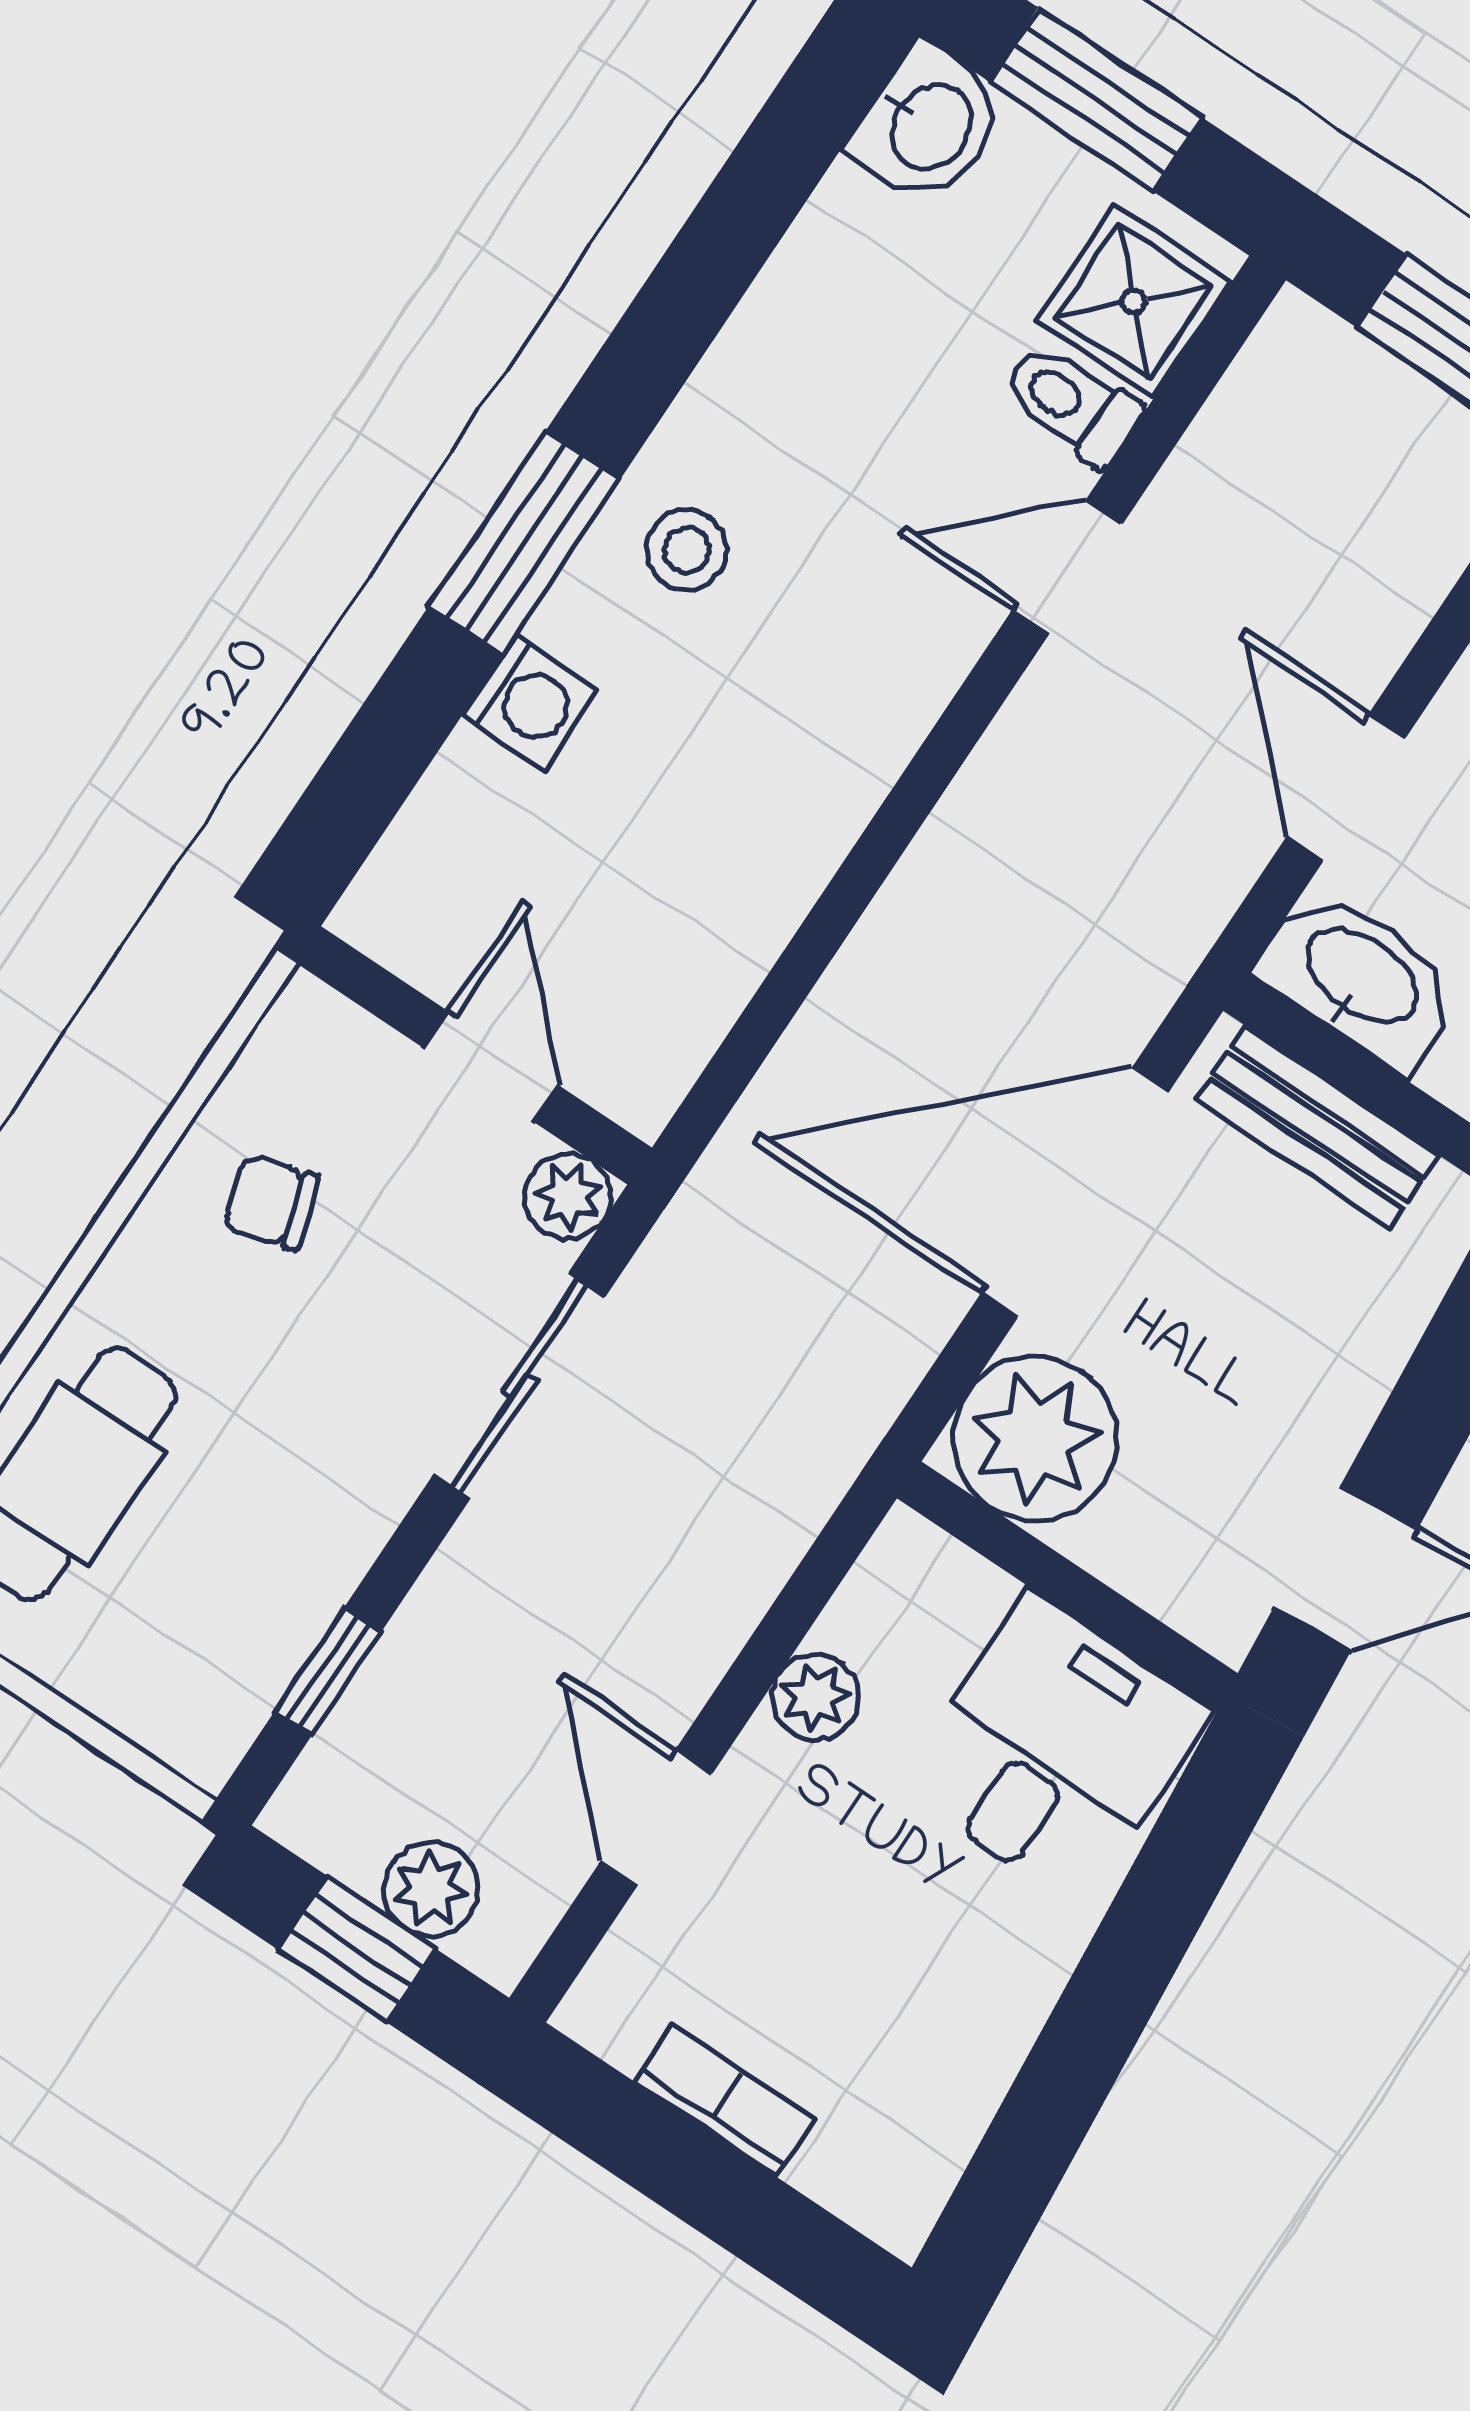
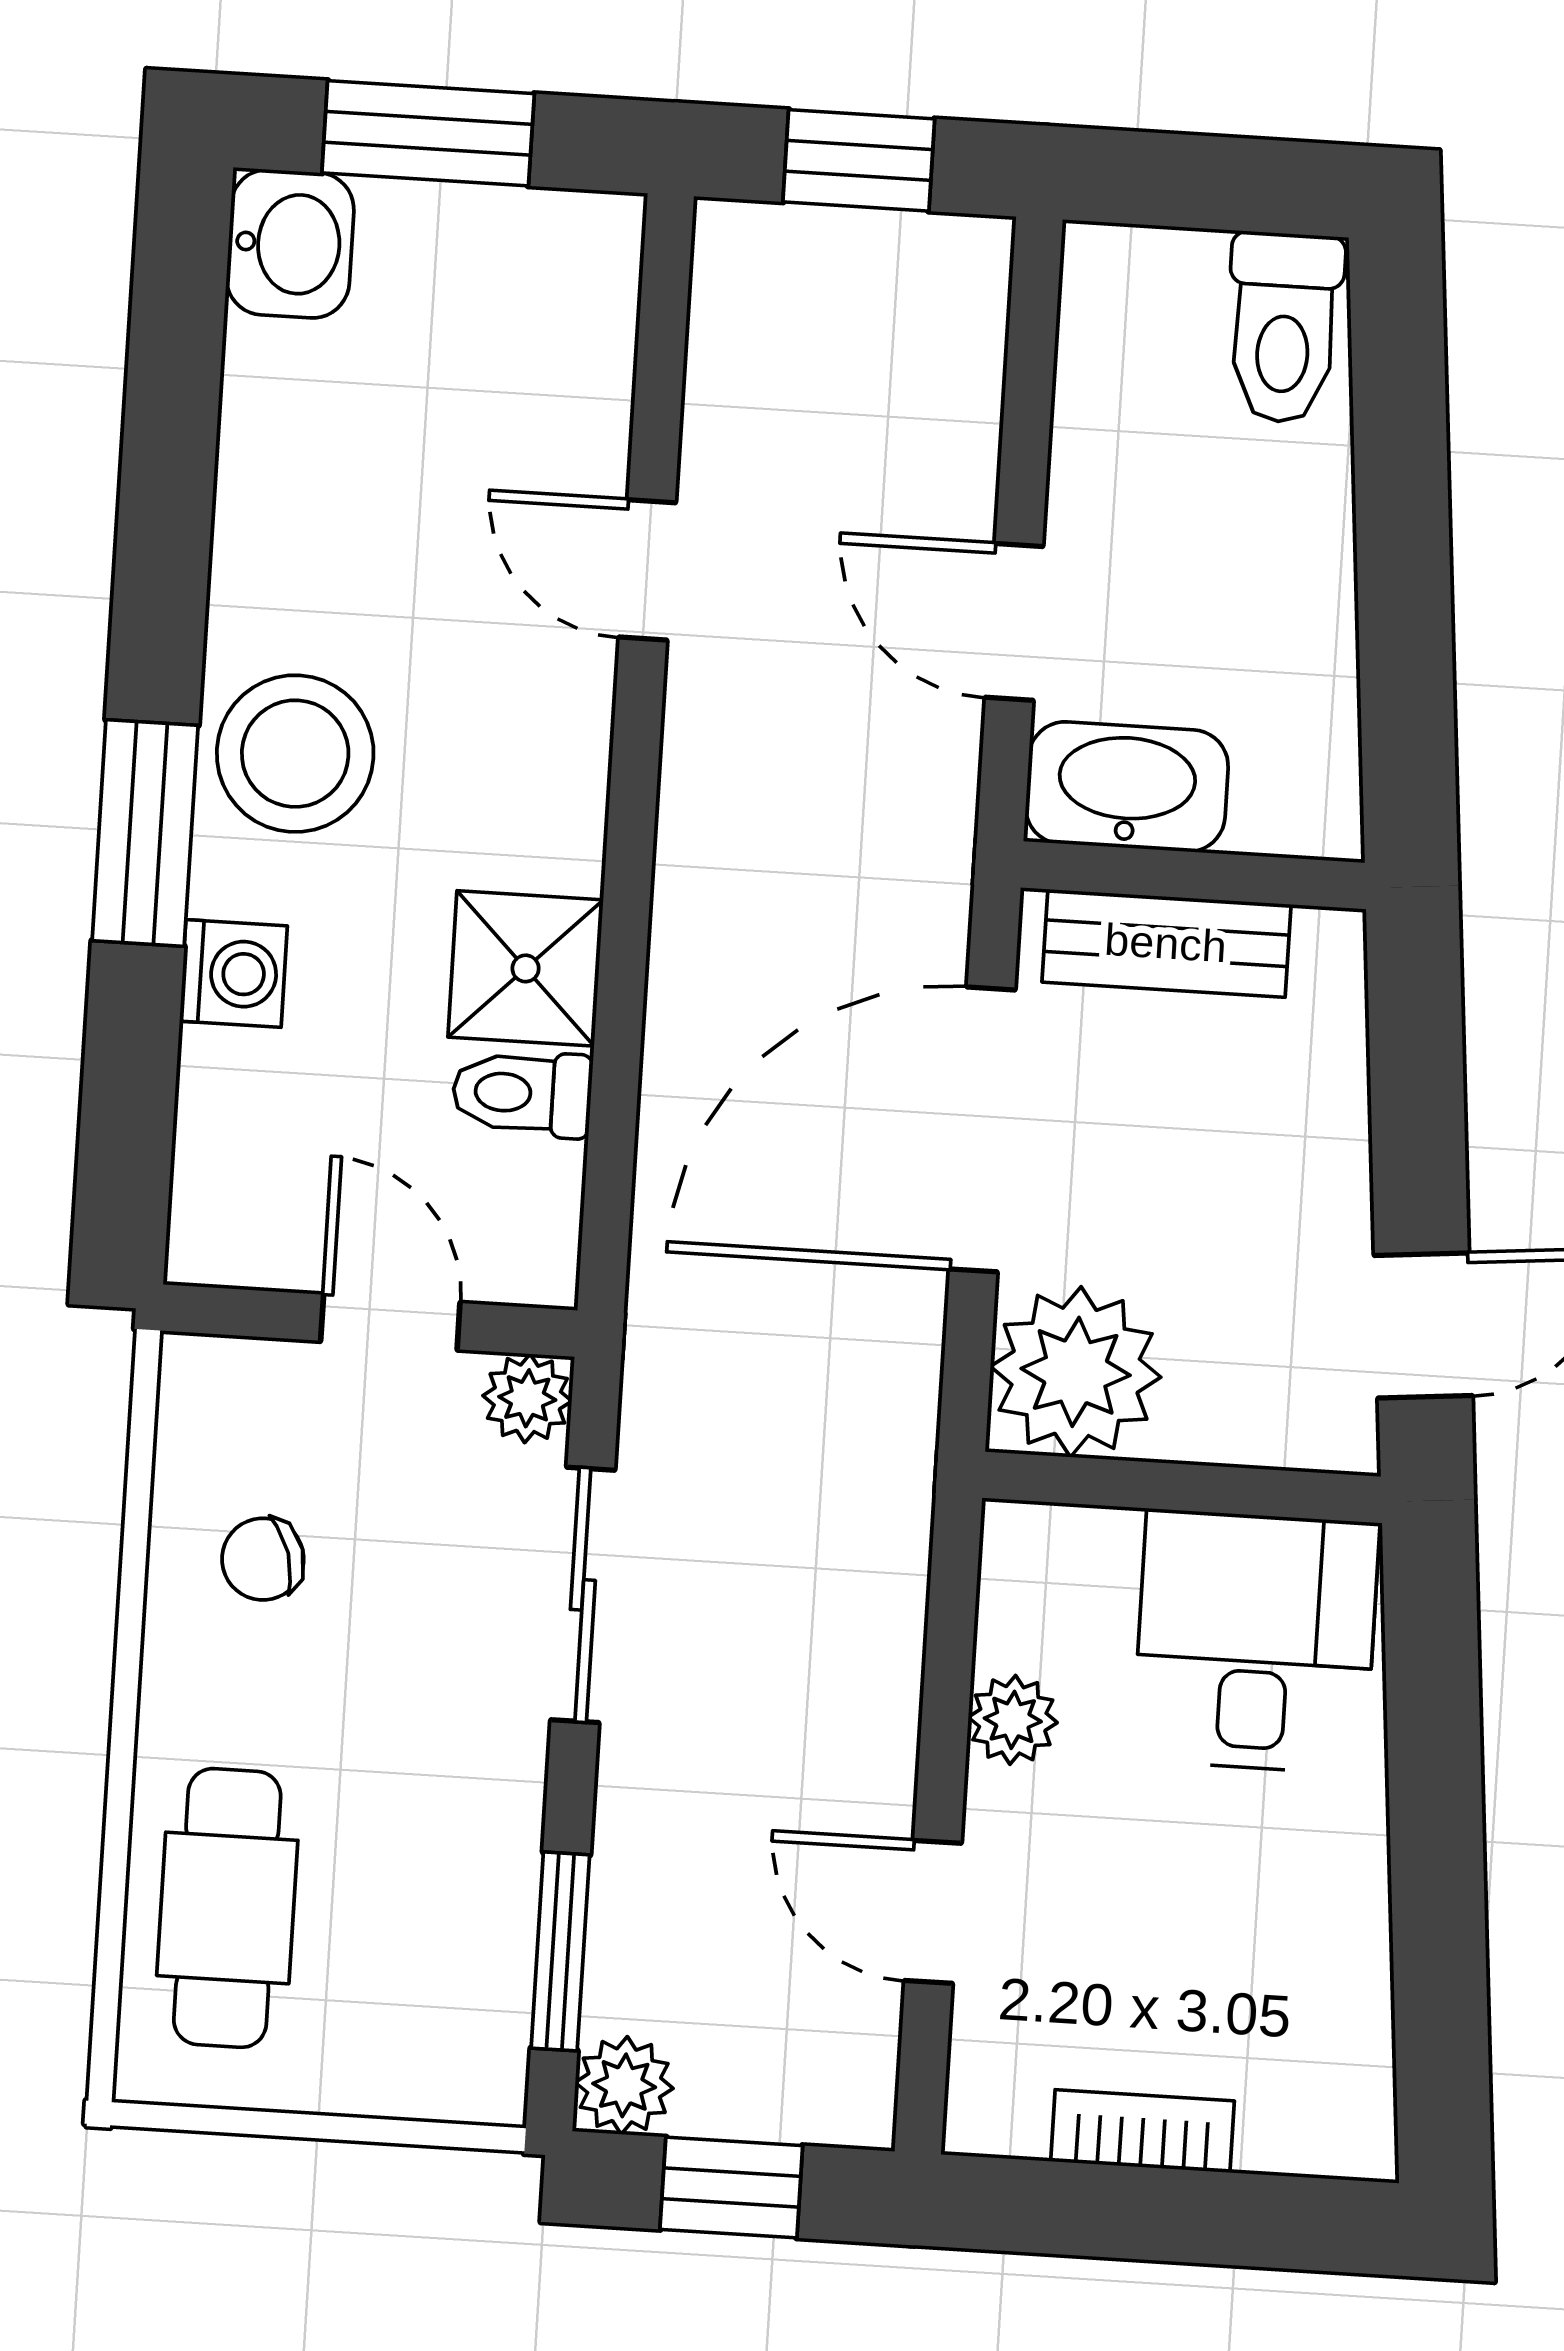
shower: (1134, 301) -> (526, 968), moved
toilet: (1071, 403) -> (522, 1093), moved
stool: (687, 550) -> (295, 754), width x1.89, depth x1.89
door: (1067, 567) -> (647, 570), hinge flipped
window: (329, 1671) -> (560, 1951), width x1.50
plant: (431, 1889) -> (624, 2085), moved

